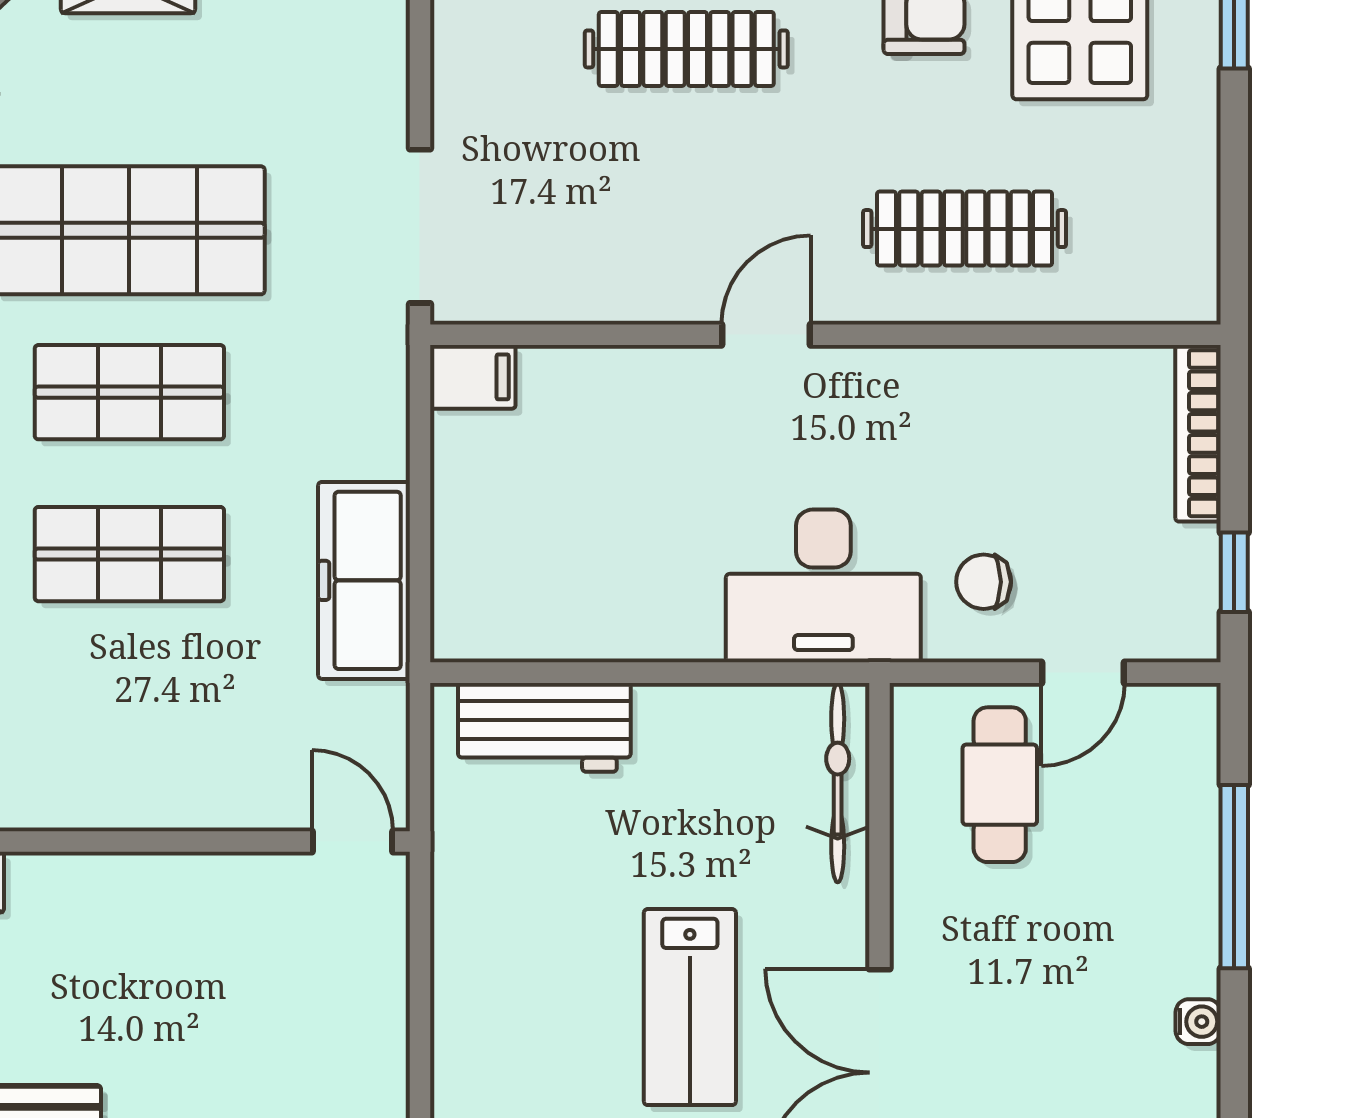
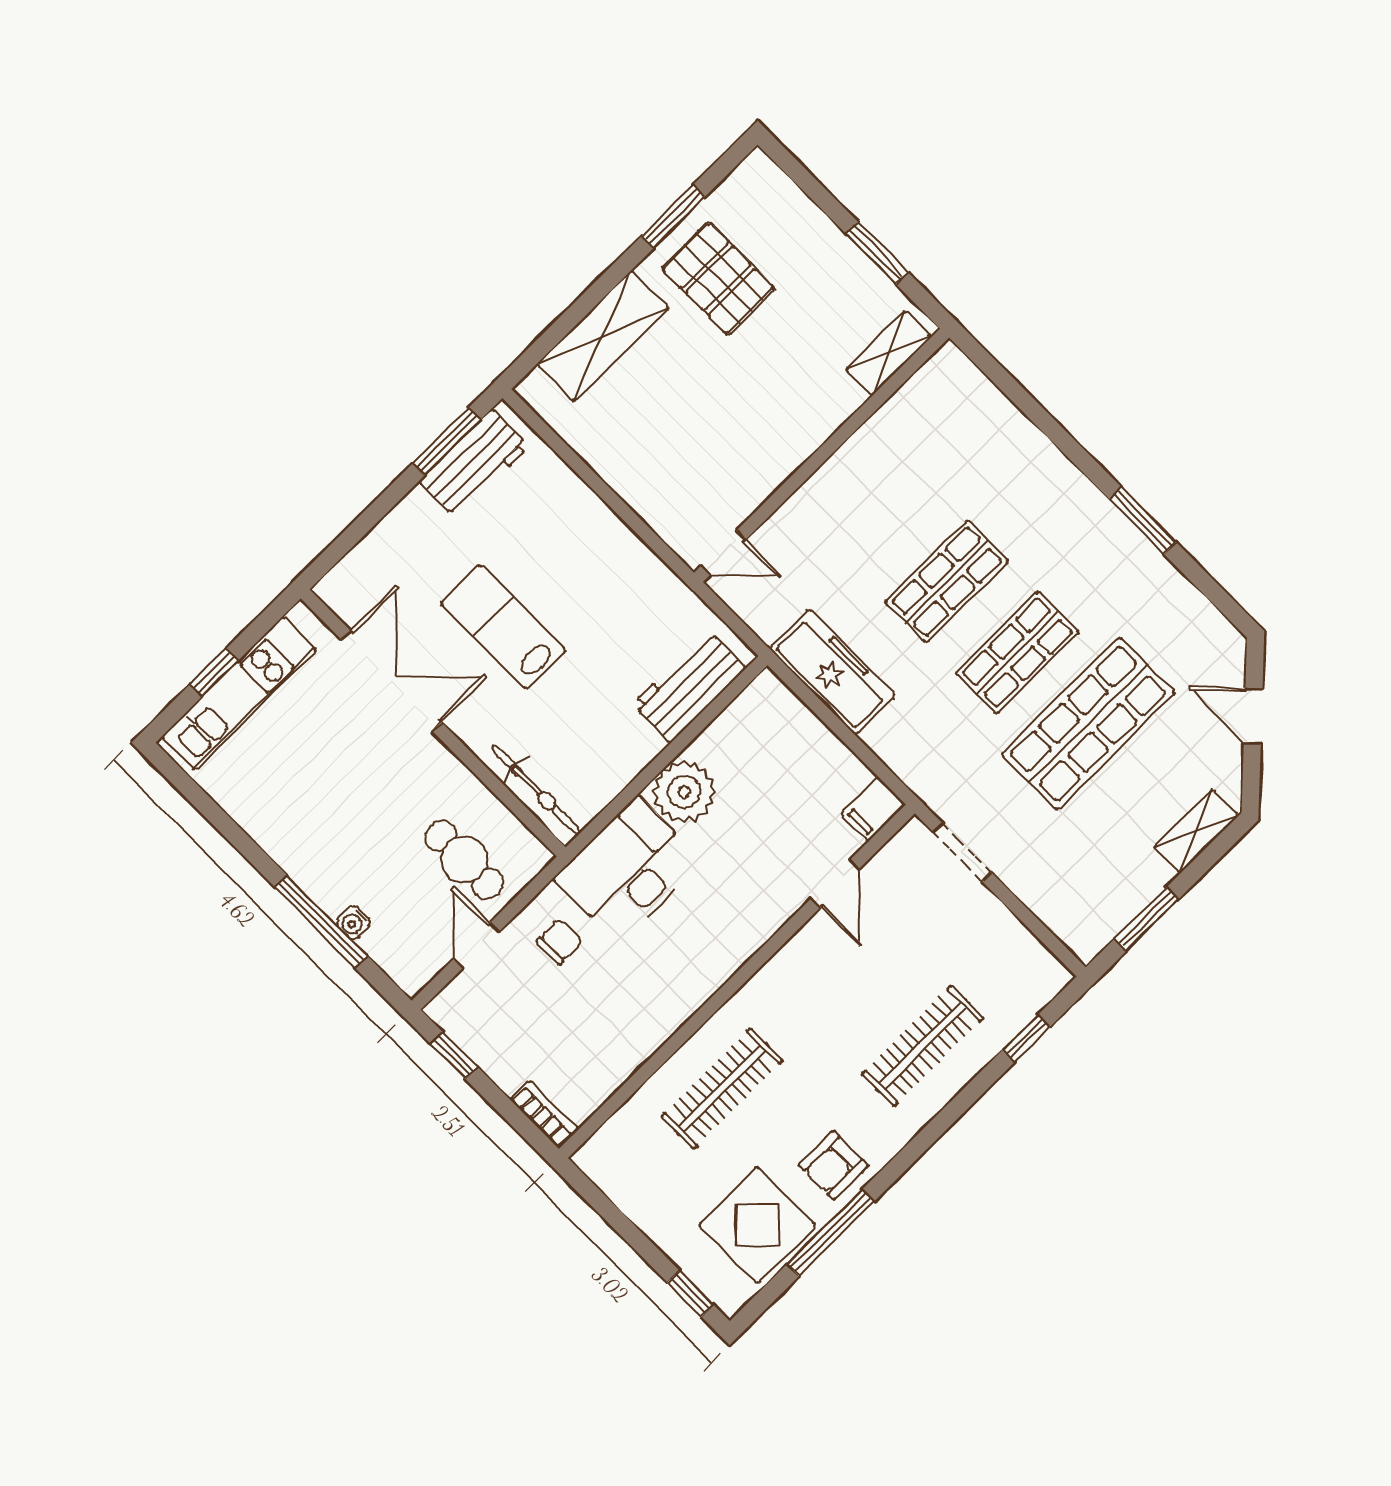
doorway: (420, 226) -> (962, 852), width x0.73
door: (766, 335) -> (835, 884), moved
bookcase: (1198, 433) -> (544, 1114), width x0.64
plant: (670, 612) -> (684, 792), added
water cooler: (1198, 1022) -> (353, 922), moved

